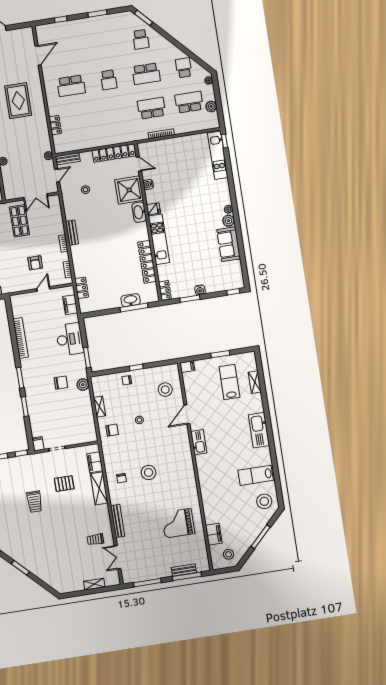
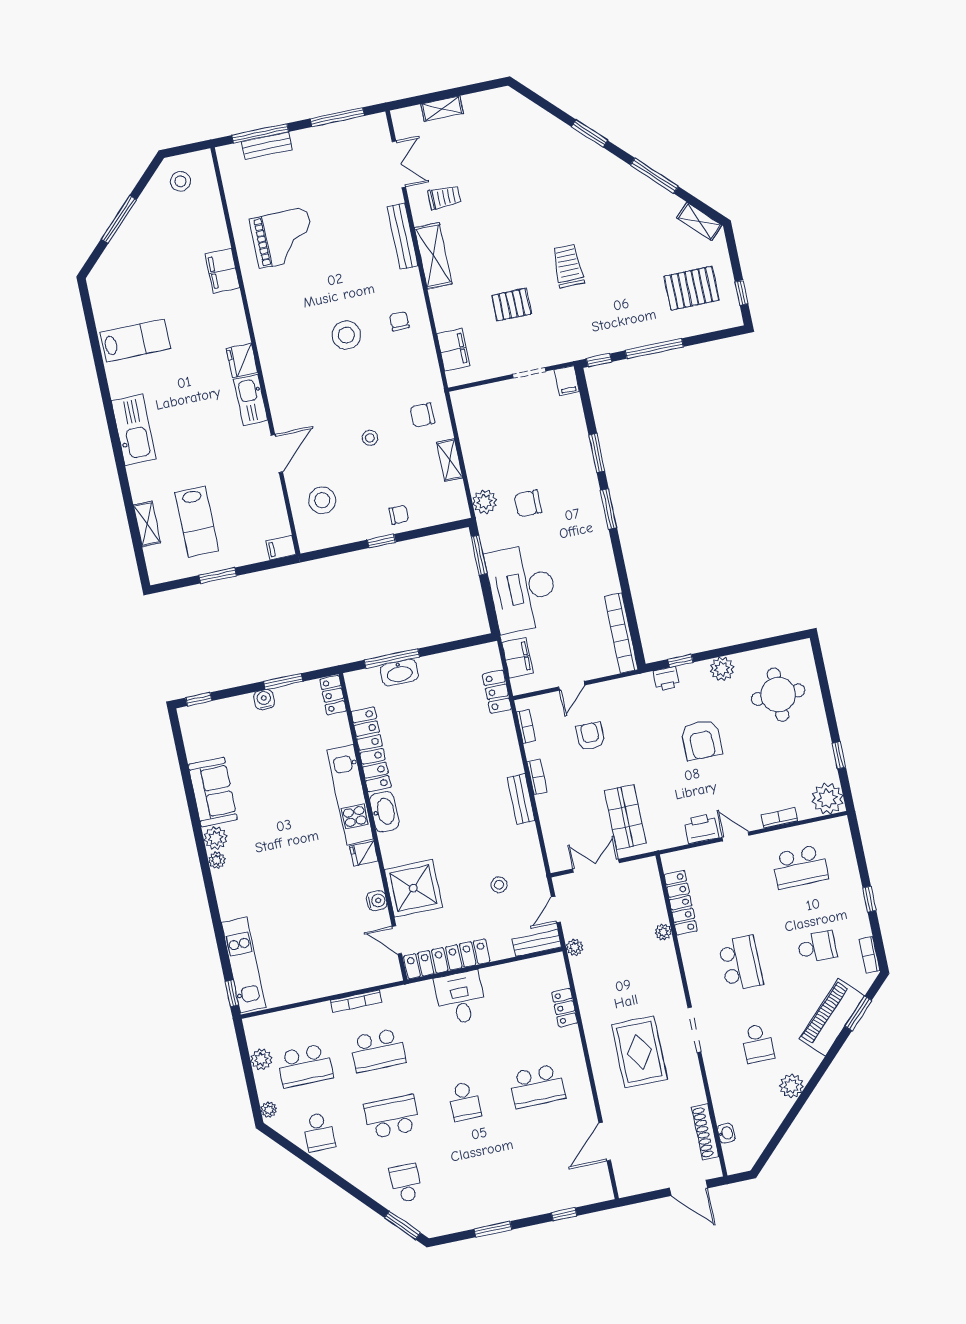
school desk: (109, 80) -> (465, 1101), turned 180
school desk: (71, 86) -> (537, 1086), turned 180
desk: (108, 133) -> (460, 998), added
washbasin: (139, 212) -> (384, 812), moved
bookcase: (21, 338) -> (621, 633), moved
desk: (70, 339) -> (522, 588), width x1.36, depth x1.30
fridge: (202, 462) -> (242, 361), added
shelving: (99, 488) -> (433, 256), moved
stool: (264, 501) -> (116, 290), removed
filing cabinet: (214, 534) -> (222, 271), moved

